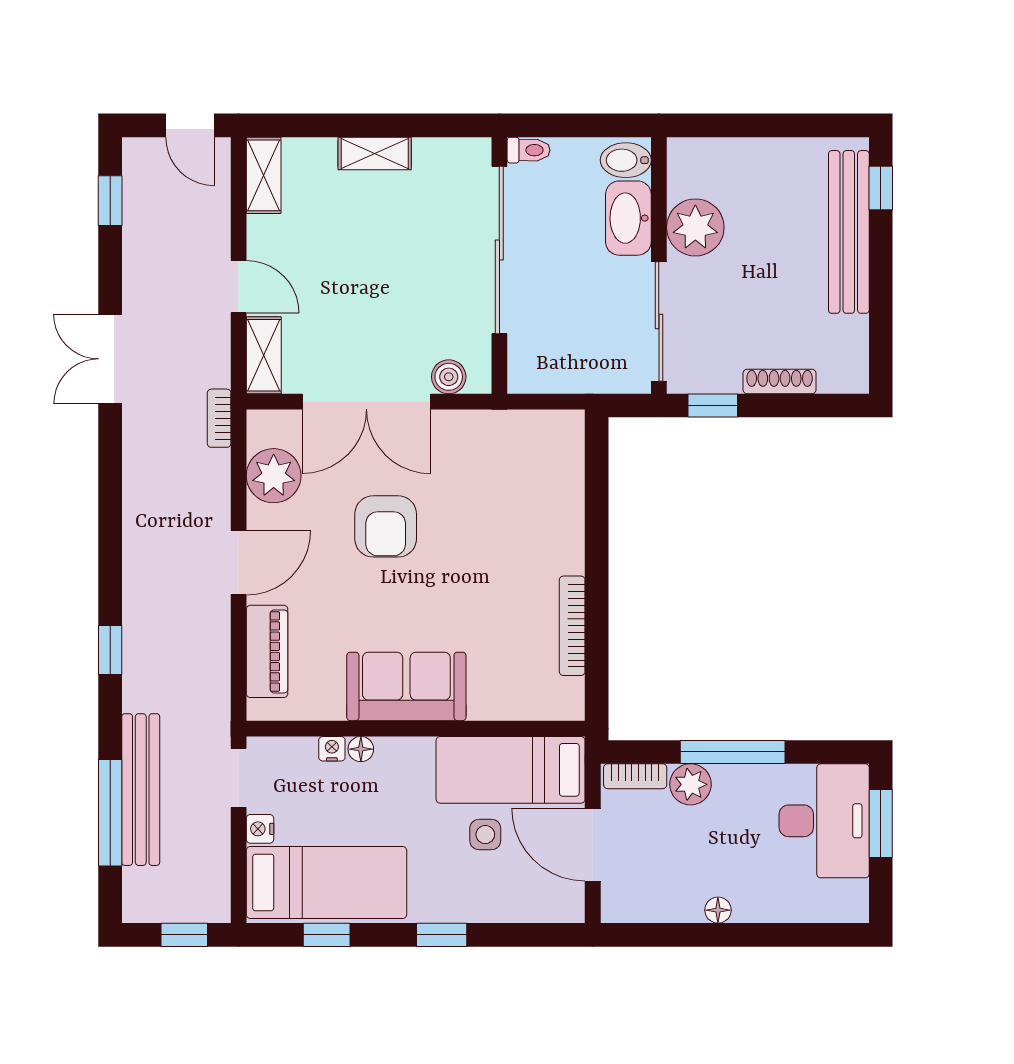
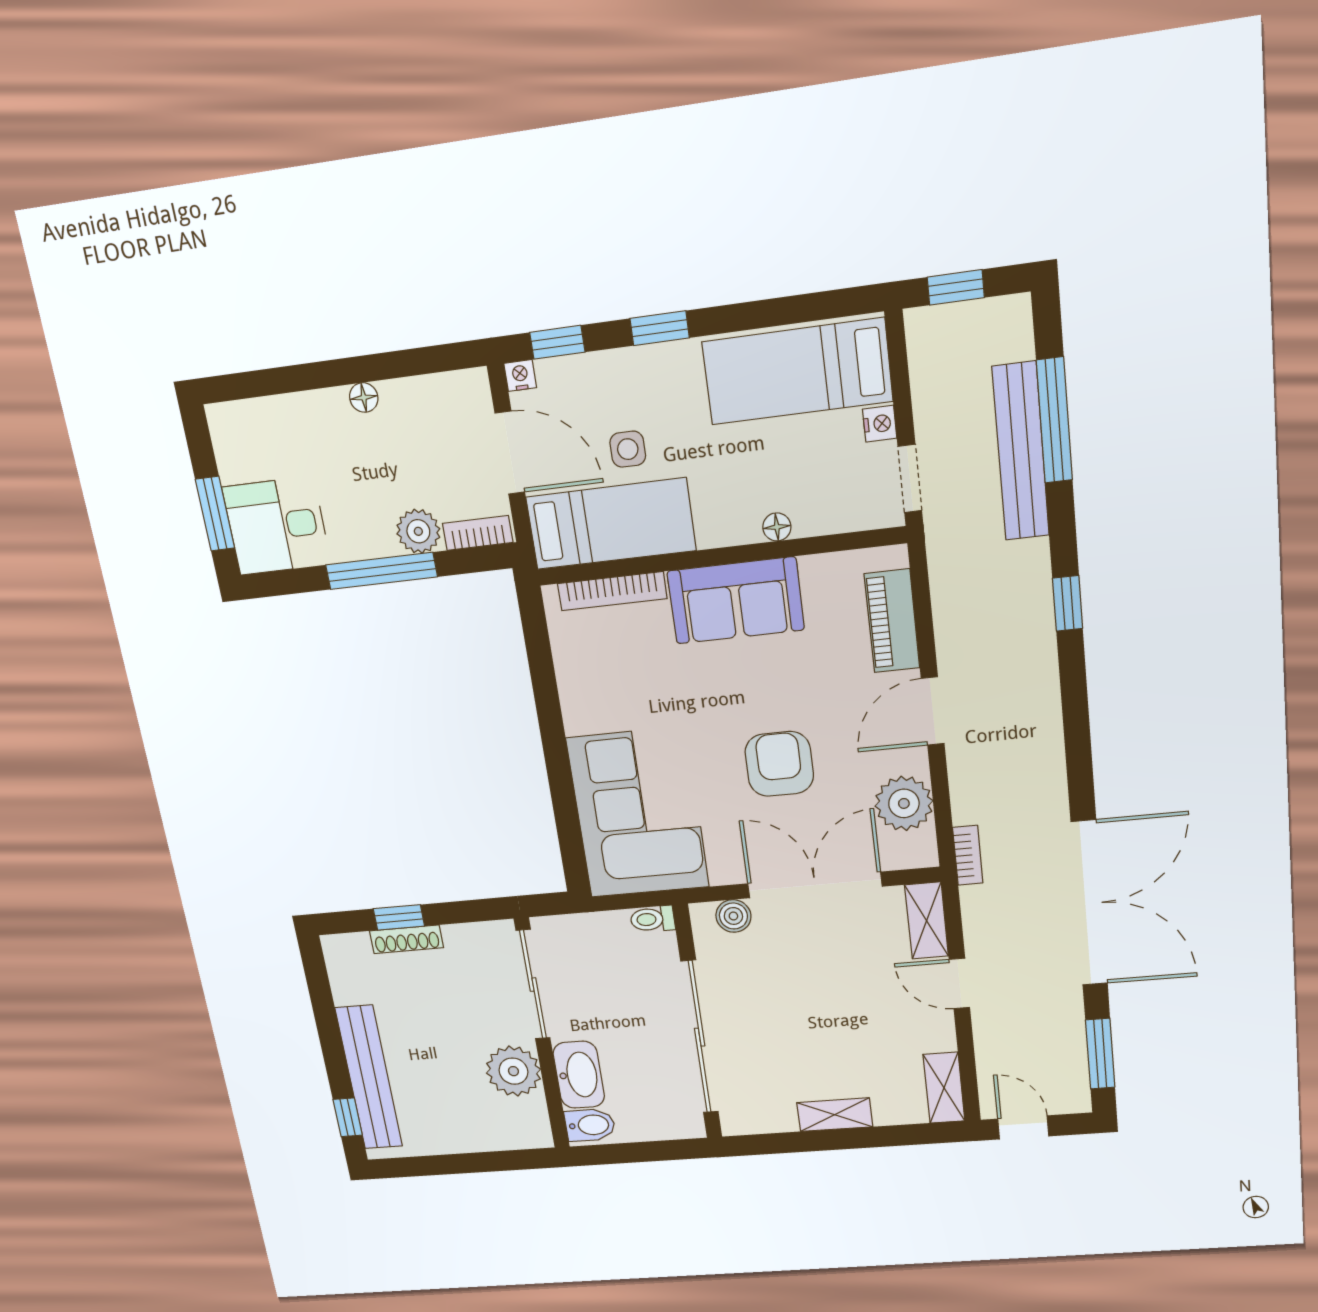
toilet: (528, 150) -> (652, 919), moved
window: (110, 201) -> (1100, 1054), width x1.50
double door: (110, 359) -> (1089, 903), width x1.87
window: (713, 406) -> (399, 917), moved
corner sofa: (527, 491) -> (638, 813), added
bookcase: (572, 626) -> (612, 591), moved, turned 90
nightstand: (332, 749) -> (520, 375), moved, turned 180
desk: (824, 821) -> (277, 526), width x0.73
window: (327, 935) -> (557, 342), moved

